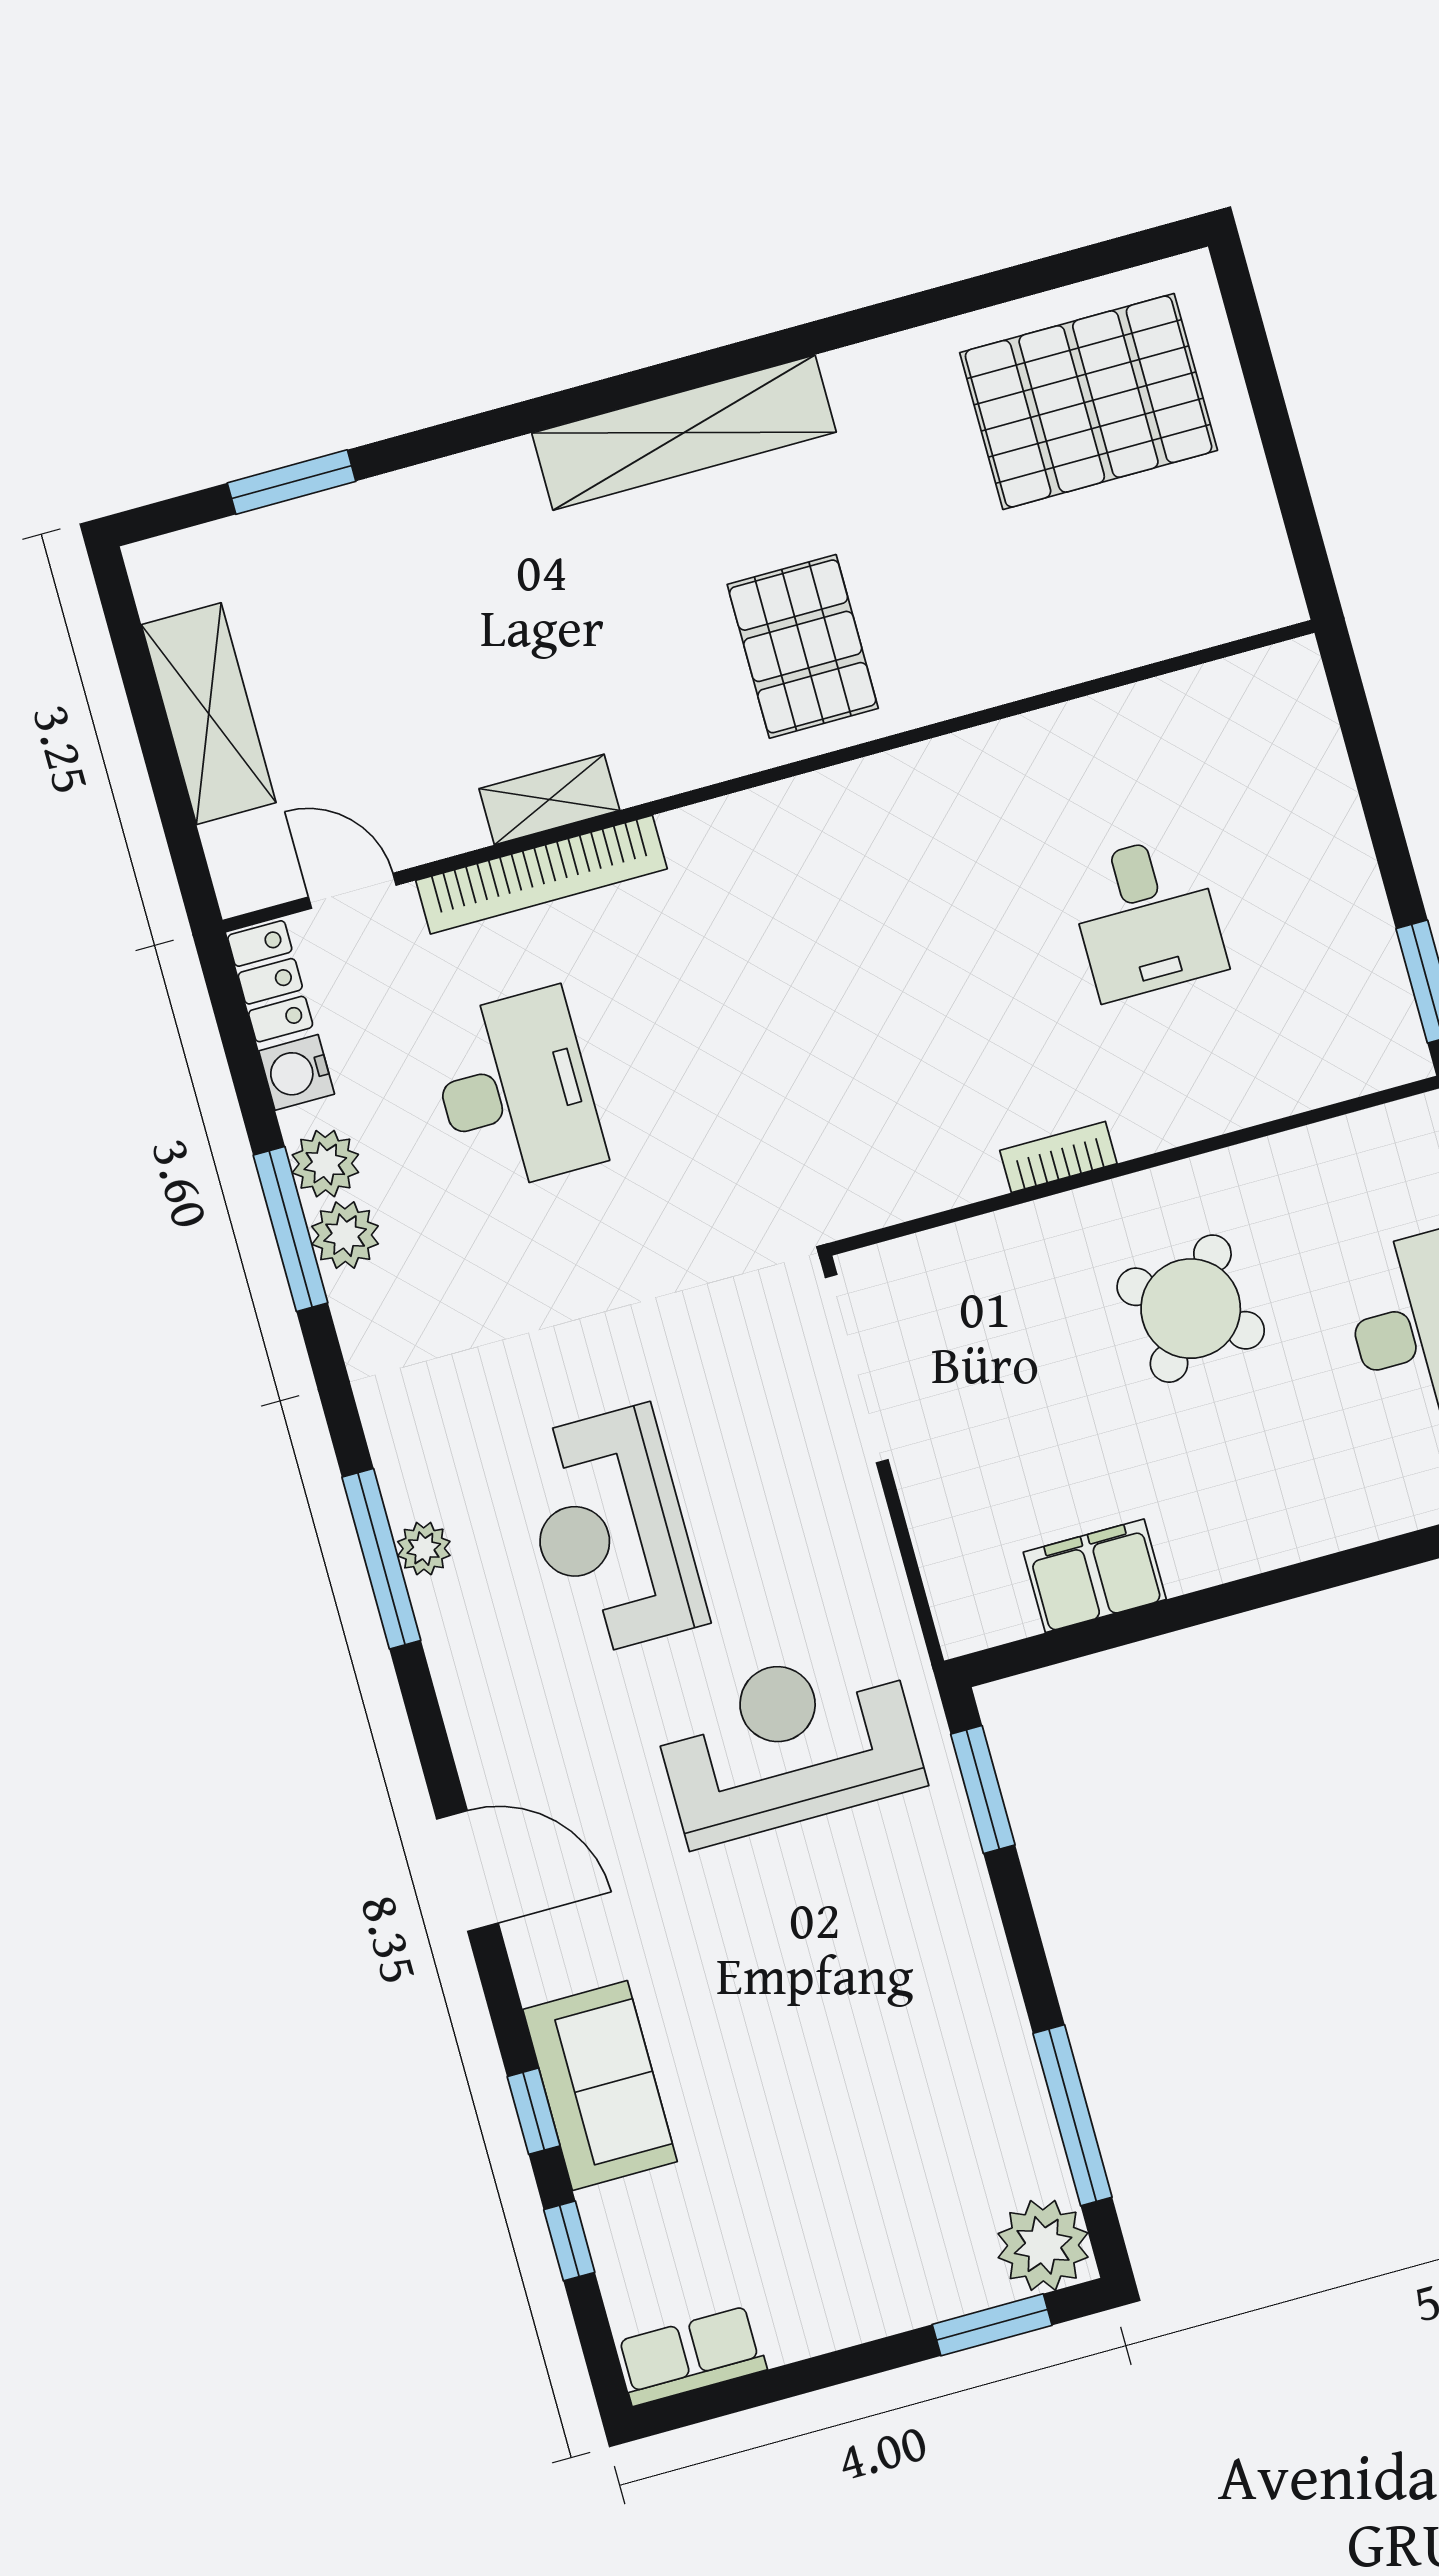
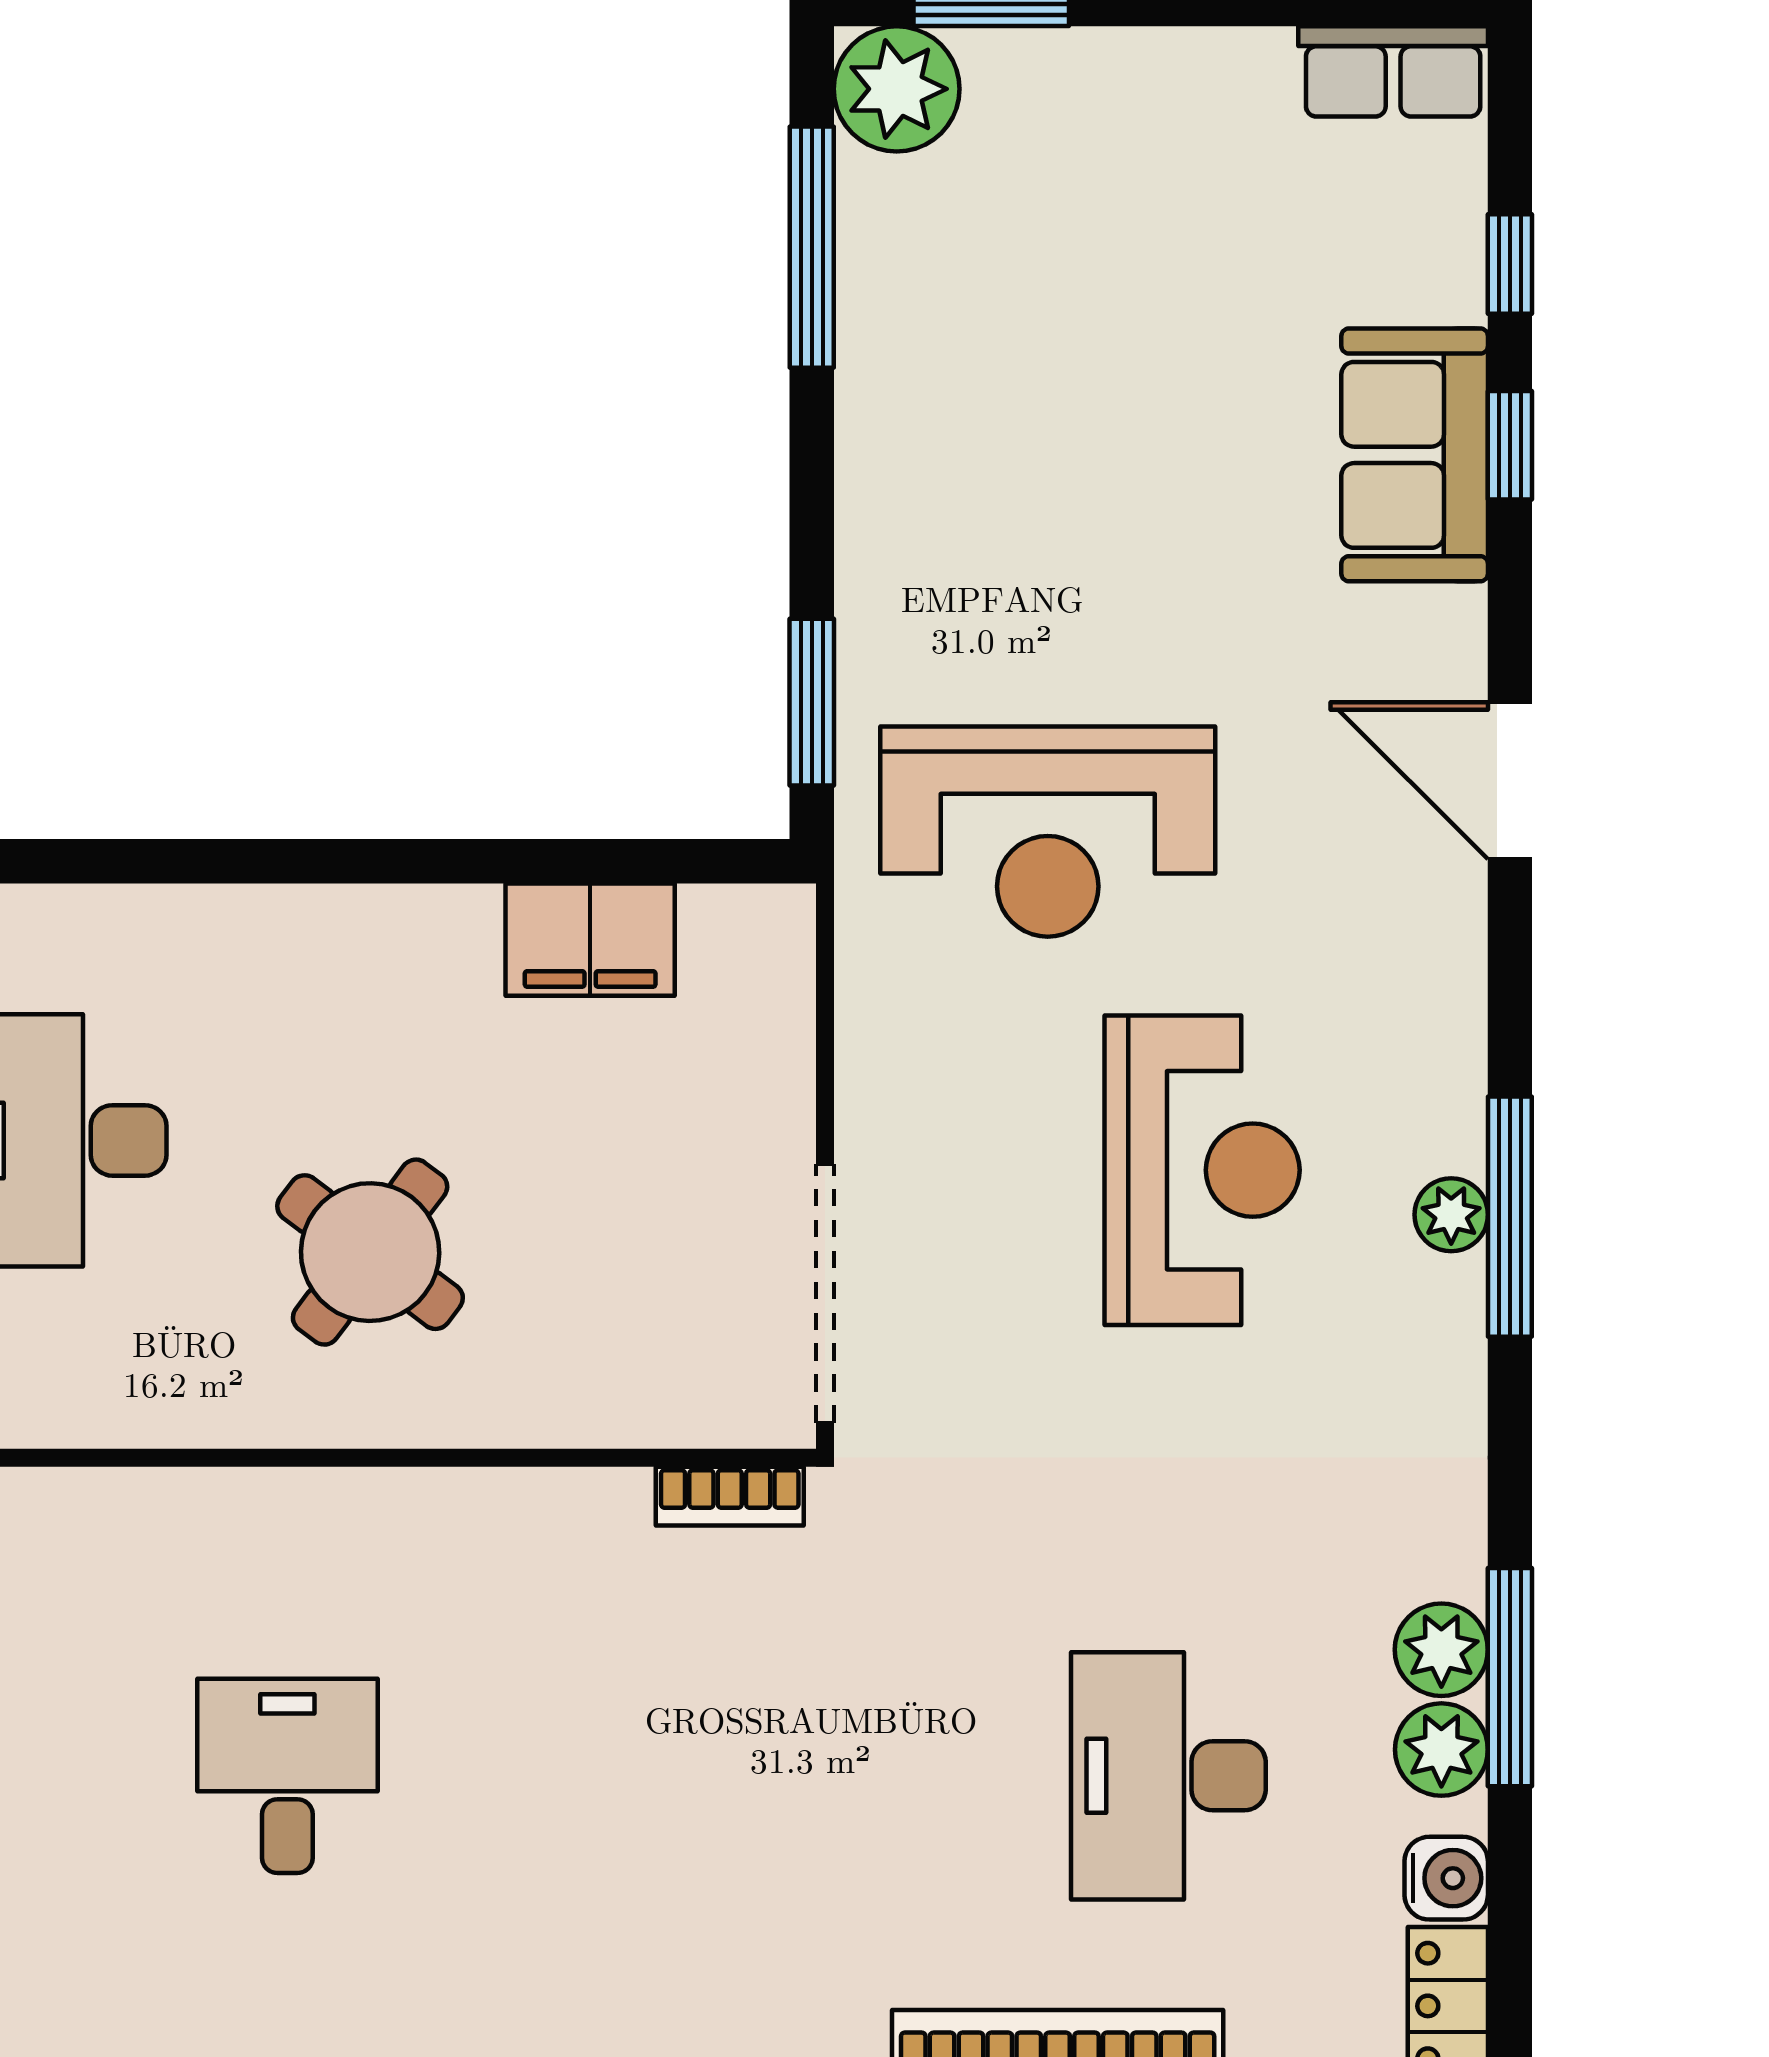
bookcase: (1058, 1157) -> (730, 1496), moved

